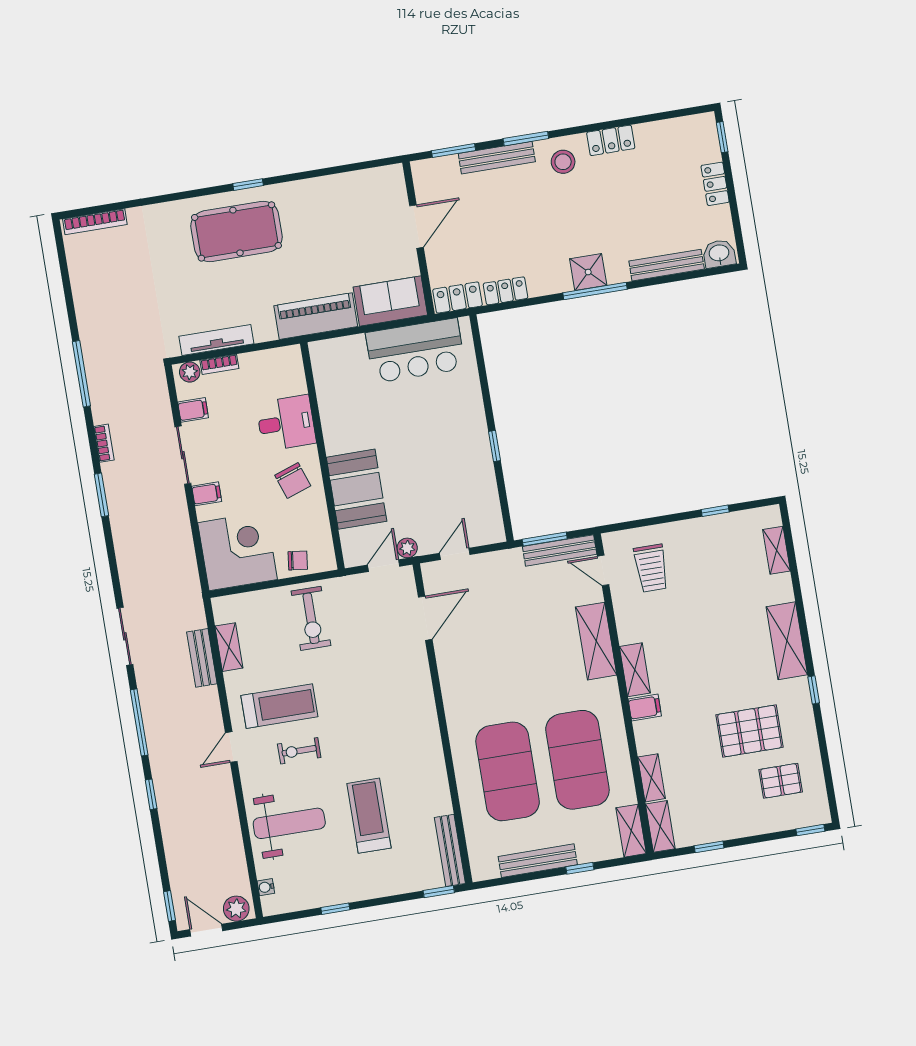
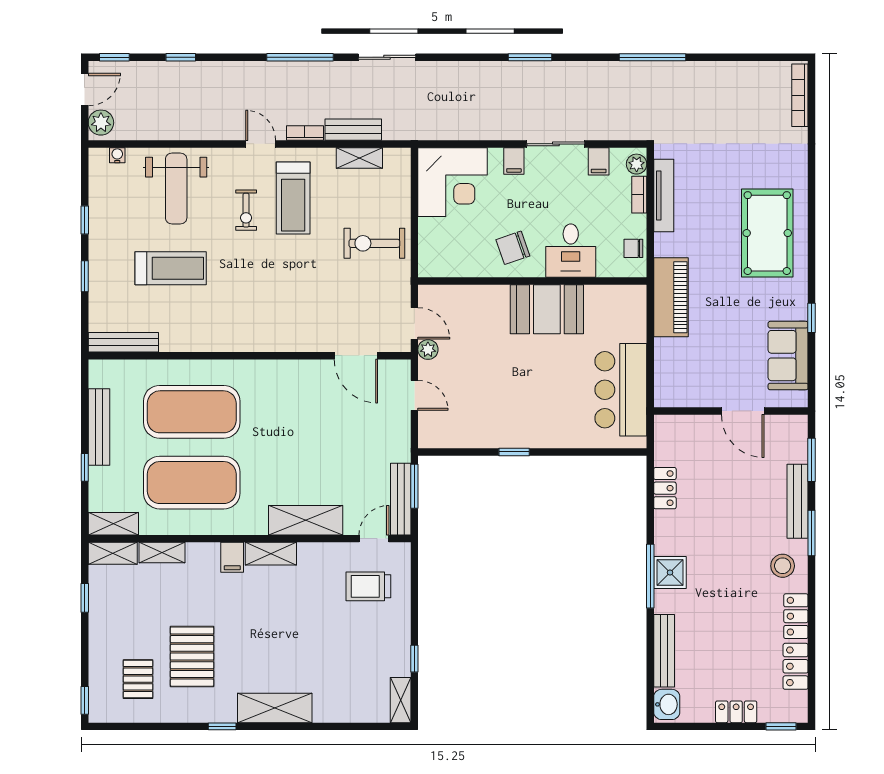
window: (248, 185) -> (812, 318), moved
locker: (458, 298) -> (796, 666), moved, turned 180
sofa: (390, 301) -> (788, 356), moved, turned 180
bookcase: (104, 443) -> (305, 133), moved, turned 180
booth: (357, 489) -> (547, 309), moved
shelving: (776, 550) -> (401, 700), moved, turned 90
chair: (298, 560) -> (633, 248), moved, turned 83
exercise bike: (299, 751) -> (246, 210), turned 180
window: (151, 794) -> (181, 57), moved
window: (439, 892) -> (85, 276), moved

